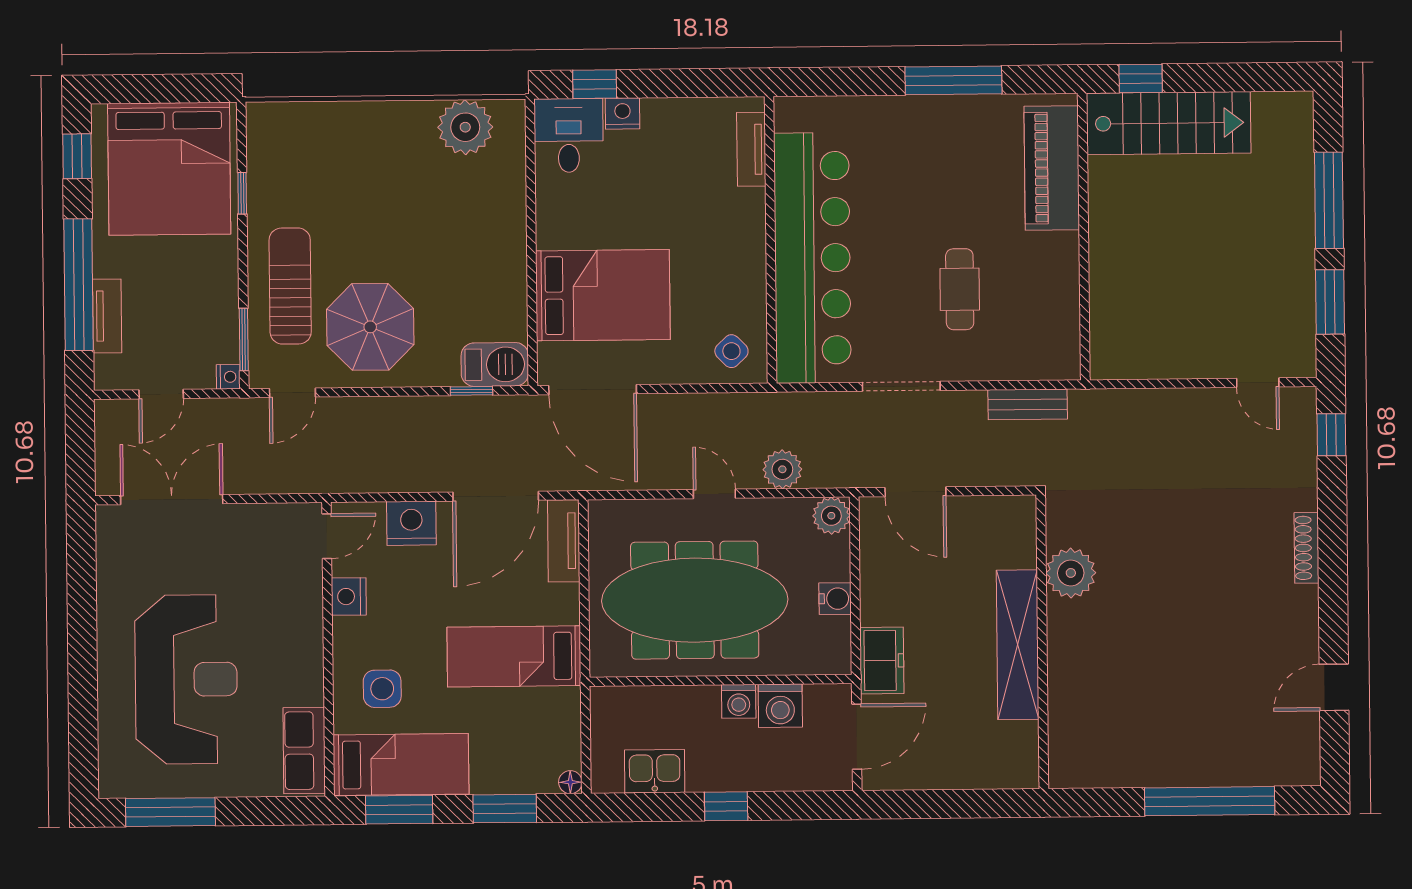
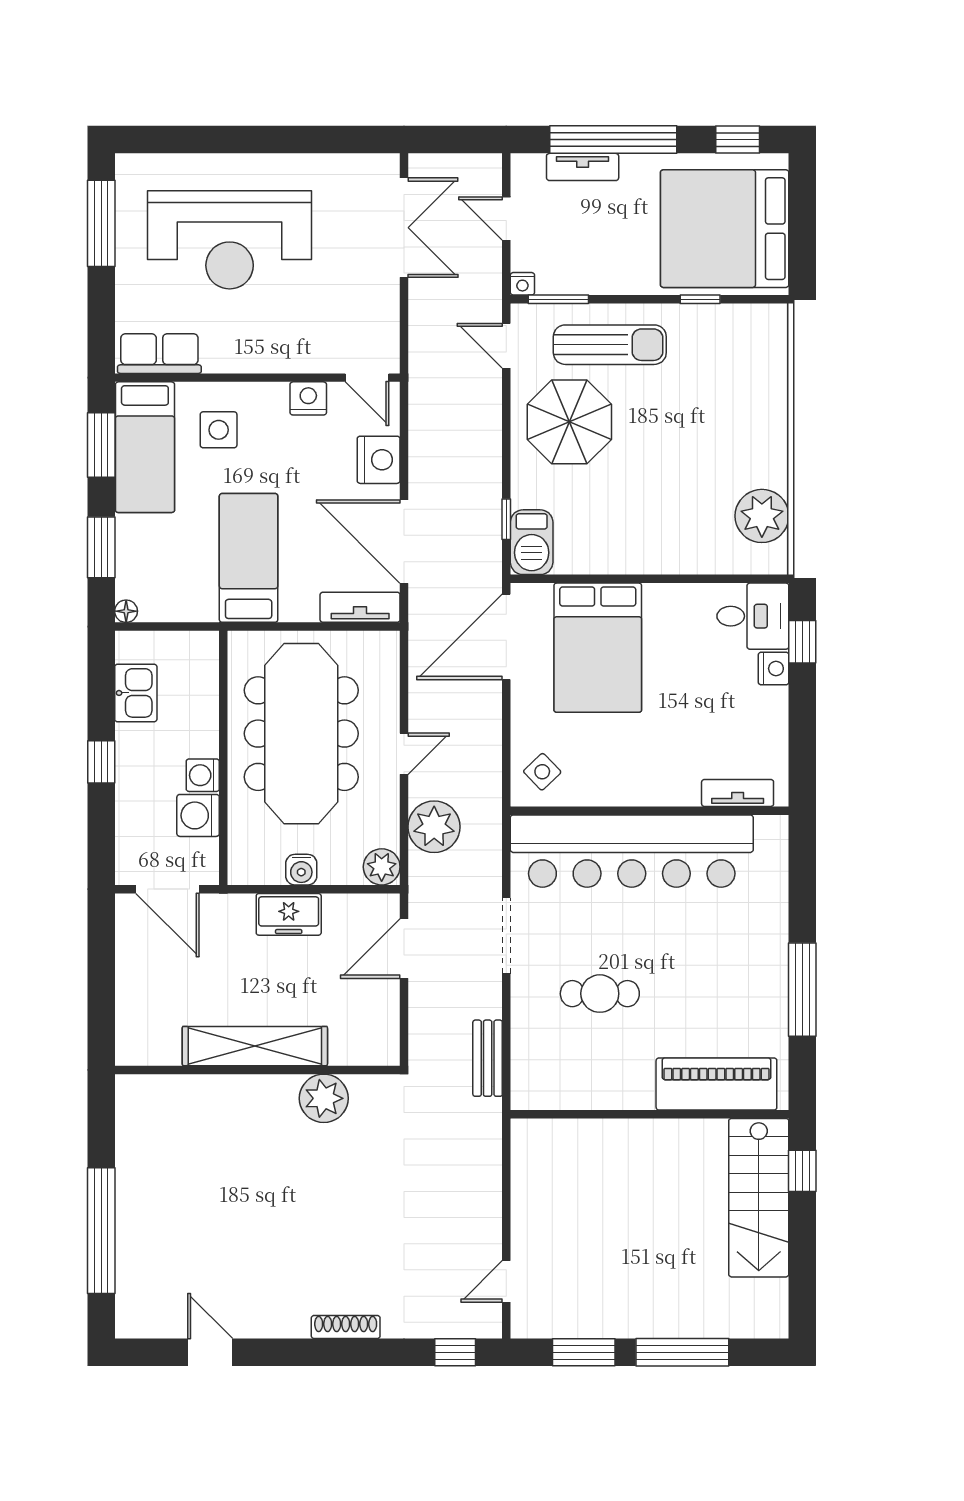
plant: (782, 469) -> (434, 827), width x1.36, depth x1.36
freezer: (882, 661) -> (289, 914), moved

